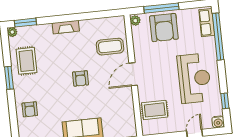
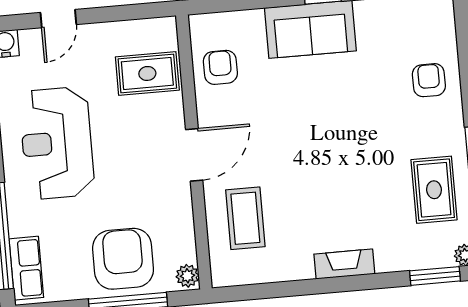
coffee table: (110, 47) -> (245, 218), turned 90
armchair: (81, 78) -> (220, 67), moved

